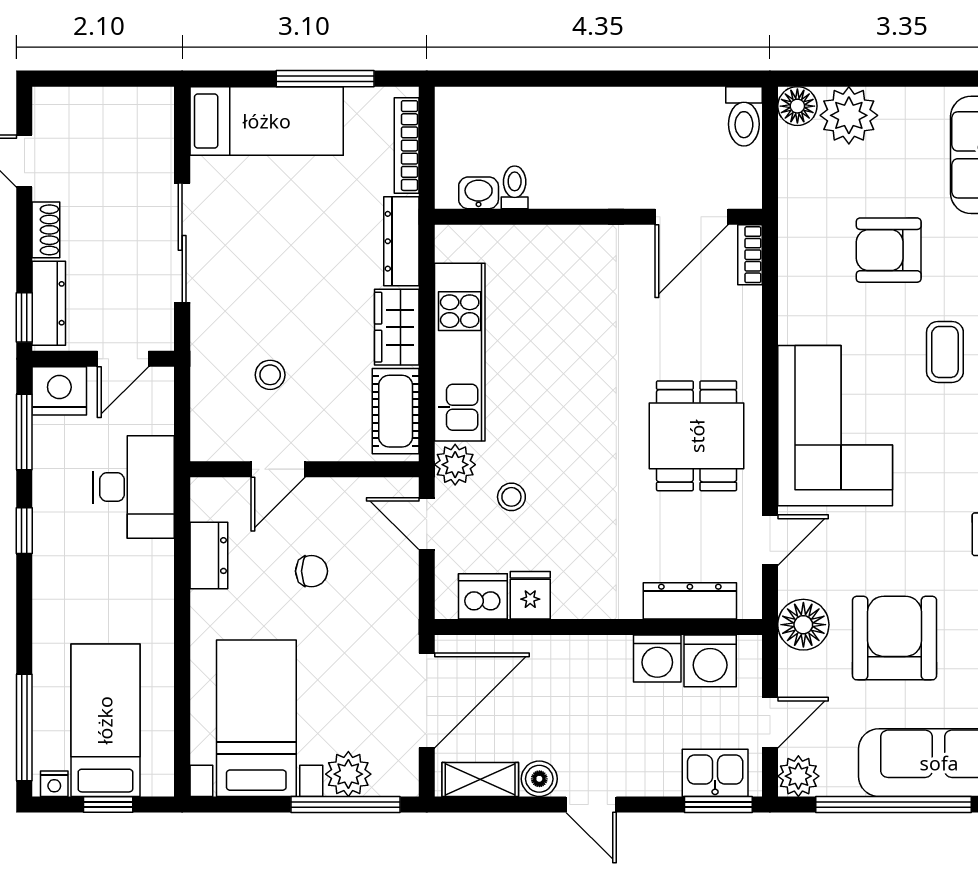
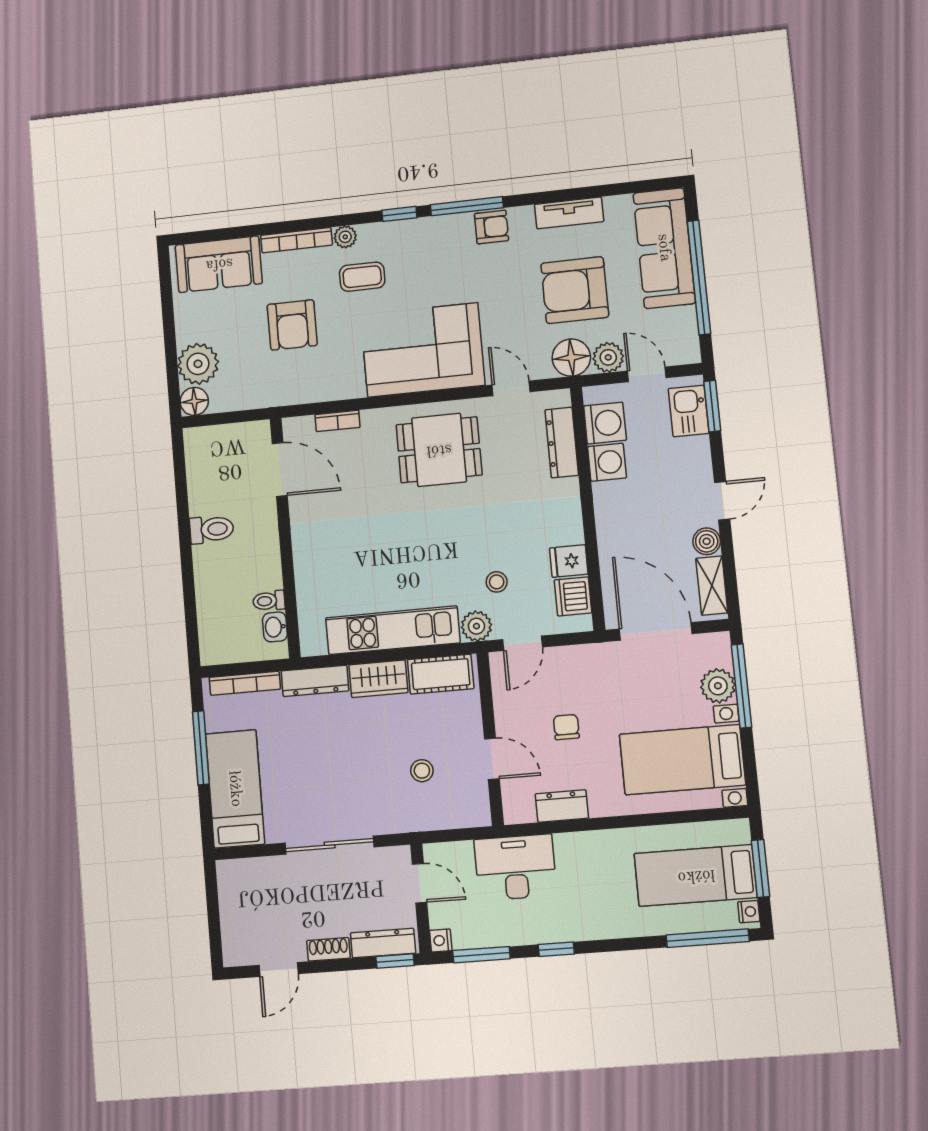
toilet: (744, 116) -> (212, 529), moved
bookcase: (750, 255) -> (337, 421), moved
nightstand: (59, 391) -> (441, 940), width x0.53, depth x0.56
plant: (798, 776) -> (608, 357), moved
window: (108, 804) -> (761, 868), width x1.50

